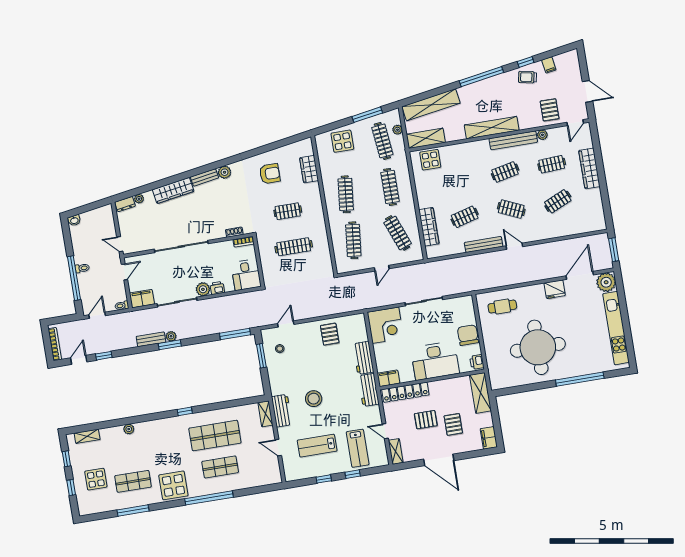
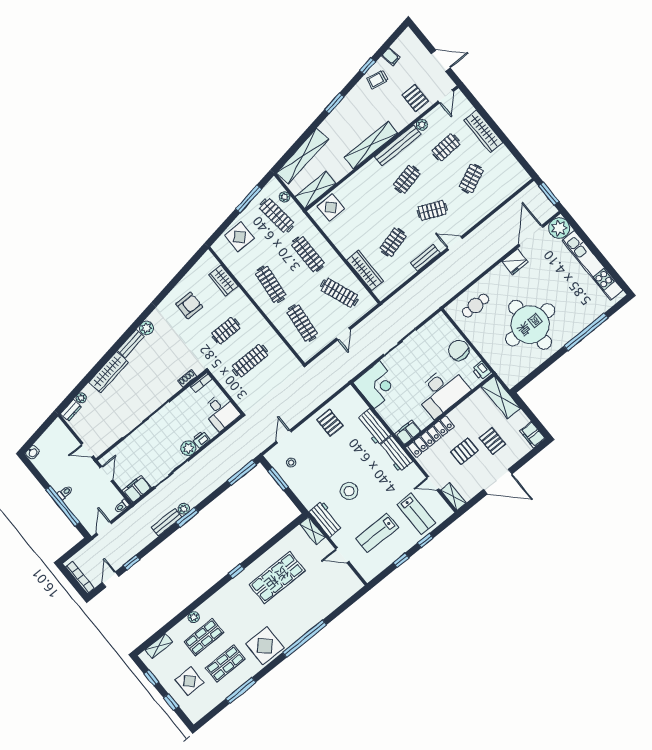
window: (481, 77) -> (334, 103), width x0.47
bench: (484, 244) -> (425, 258), width x0.73
shop shelf: (220, 467) -> (204, 637), moved

